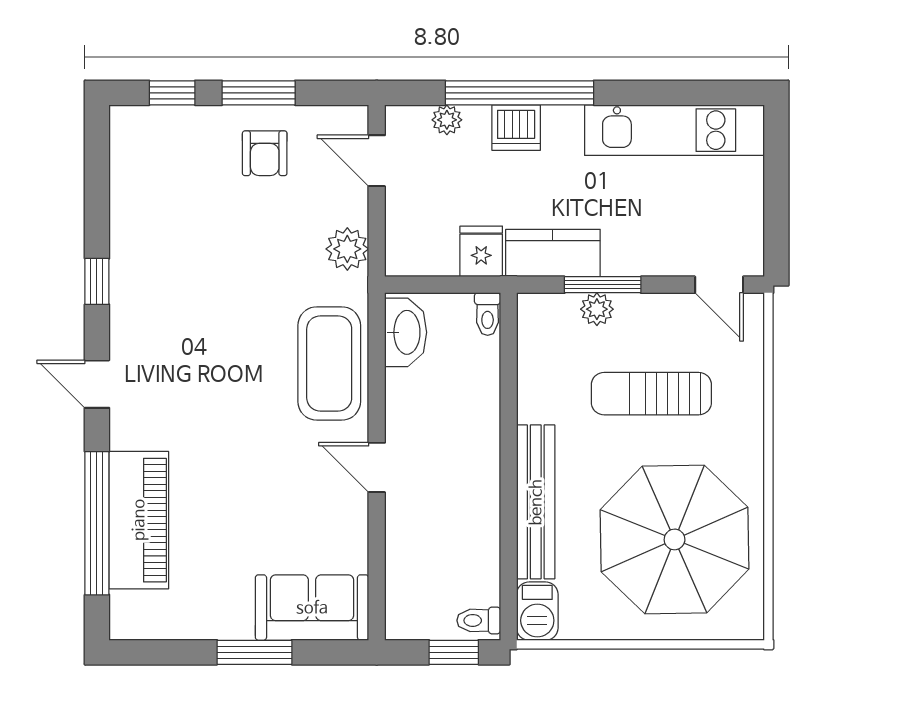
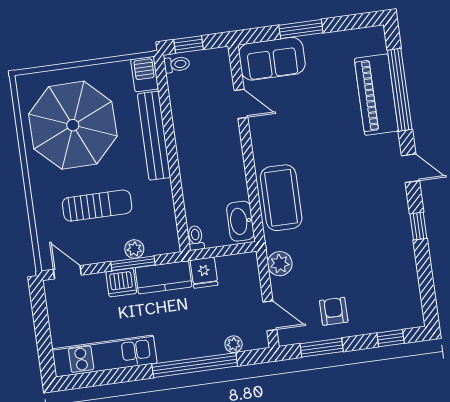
window: (259, 93) -> (322, 348), moved
dishwasher: (516, 128) -> (121, 283), moved, turned 180
door: (377, 467) -> (241, 104), moved

